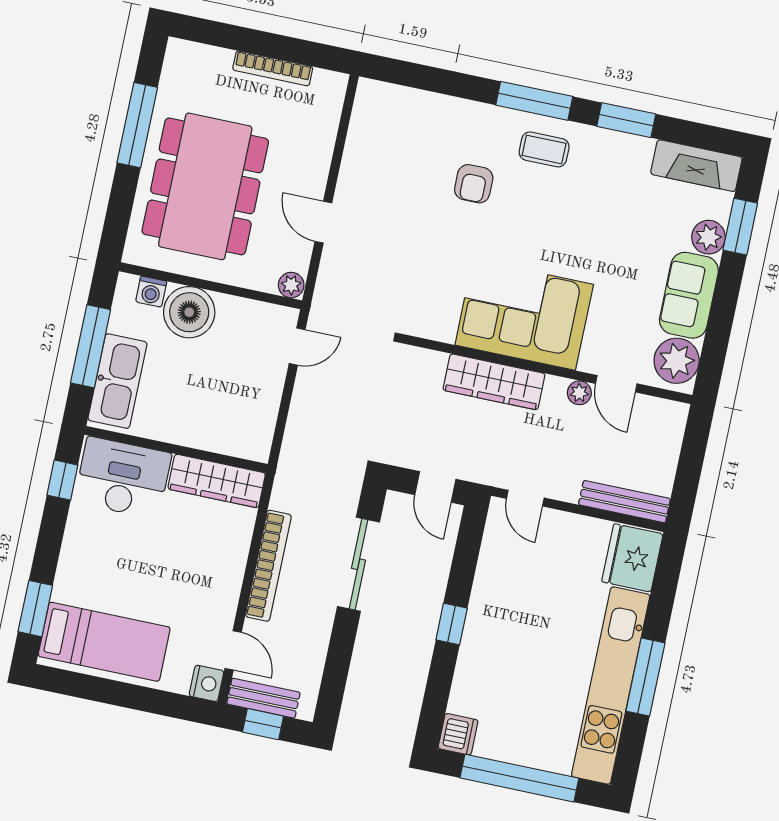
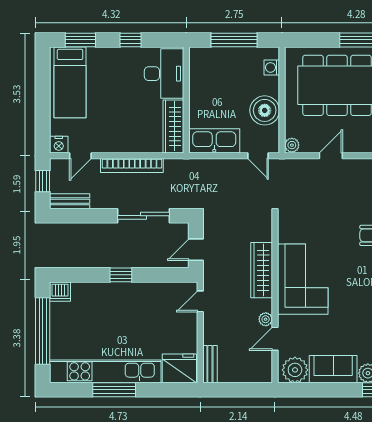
boiler: (189, 312) -> (265, 110), moved
kitchen sink: (117, 381) -> (214, 141), moved, turned 180
window: (62, 480) -> (131, 40), moved
bench: (624, 502) -> (210, 364), width x0.73
bench: (263, 698) -> (70, 201), moved, turned 90

